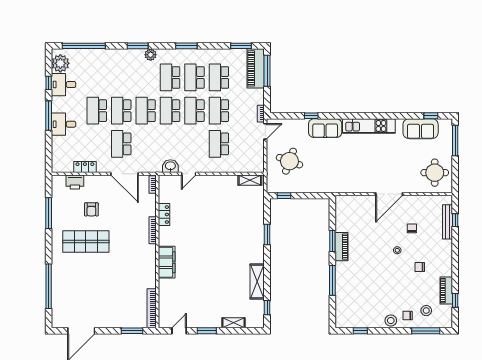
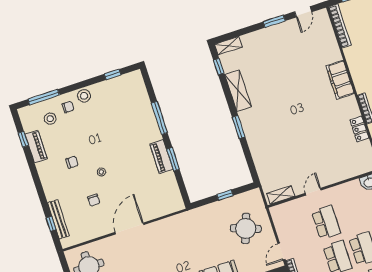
door: (189, 174) -> (313, 192), moved
window: (284, 196) -> (225, 195), moved
window: (267, 235) -> (239, 127), moved
shelving: (233, 323) -> (228, 46), moved

